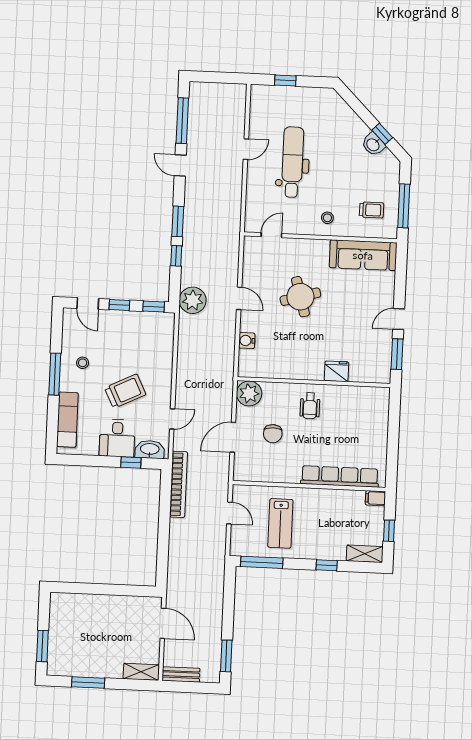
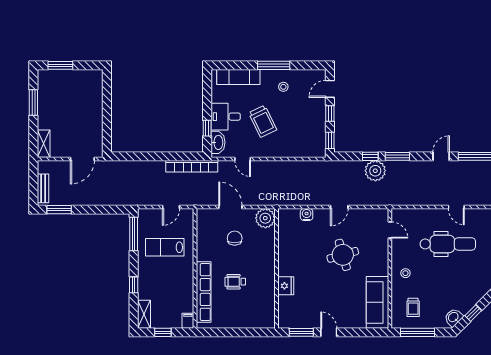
washbasin: (373, 144) -> (453, 317), moved
plant: (193, 300) -> (375, 171), moved
wheelchair: (310, 406) -> (235, 282), moved
chair: (273, 434) -> (235, 238), turned 90
bench: (181, 674) -> (43, 188), moved

